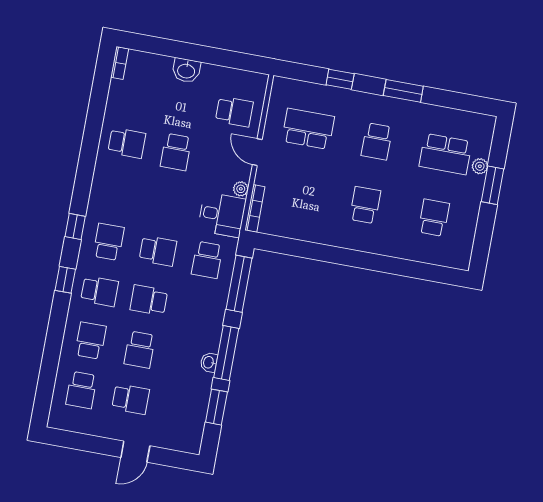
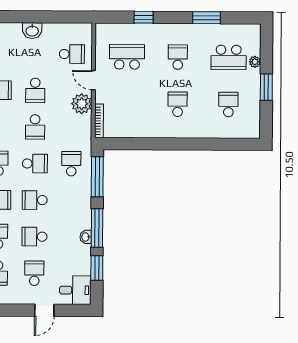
window: (403, 91) -> (207, 18), moved
school desk: (377, 141) -> (178, 57), turned 180
window: (493, 185) -> (266, 87), moved
plant: (241, 189) -> (82, 104), width x1.88, depth x1.88
school desk: (167, 201) -> (35, 127), added
desk: (222, 215) -> (75, 290), moved
school desk: (207, 260) -> (71, 164), turned 180
school desk: (140, 350) -> (34, 237), turned 90
school desk: (131, 399) -> (34, 273), turned -90

